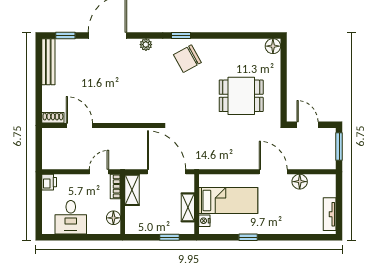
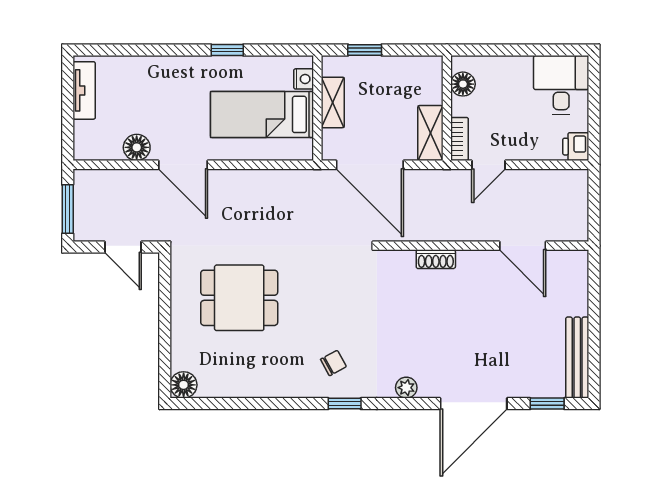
chair: (187, 59) -> (333, 363), width x0.54, depth x0.54
shoe rack: (53, 118) -> (436, 259), moved
desk: (71, 217) -> (561, 85), moved

